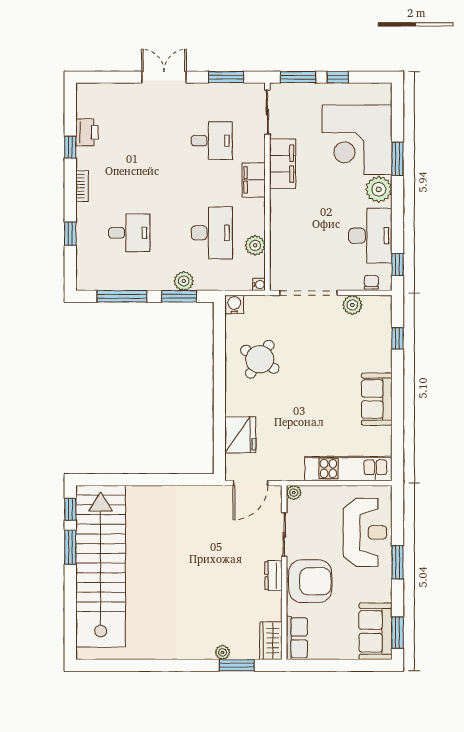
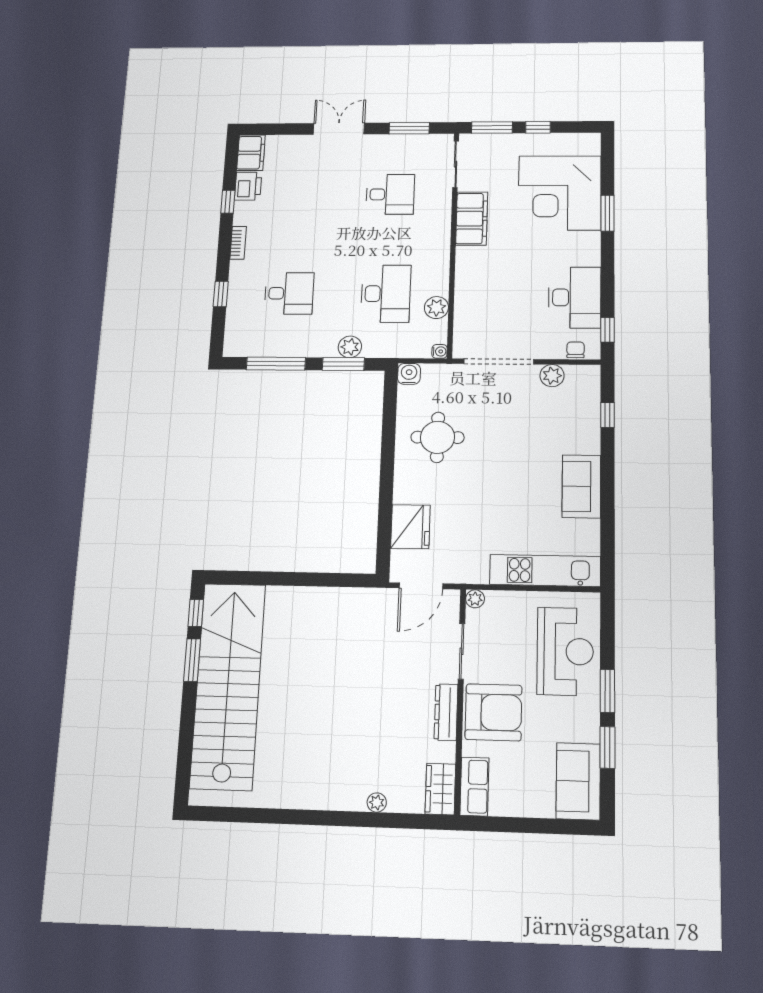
filing cabinet: (254, 180) -> (251, 153), moved, turned 180
plant: (379, 189) -> (585, 246), removed
round table: (260, 359) -> (438, 437), turned -33
dresser: (273, 576) -> (446, 712), width x1.44
window: (398, 633) -> (607, 747), moved
window: (237, 665) -> (395, 820), removed

